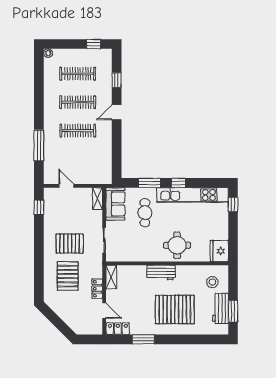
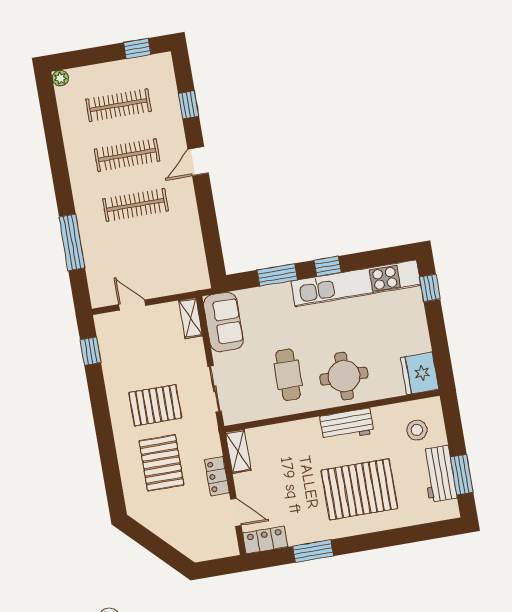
cafe table: (145, 213) -> (288, 375), moved
workbench: (161, 273) -> (347, 425), moved

